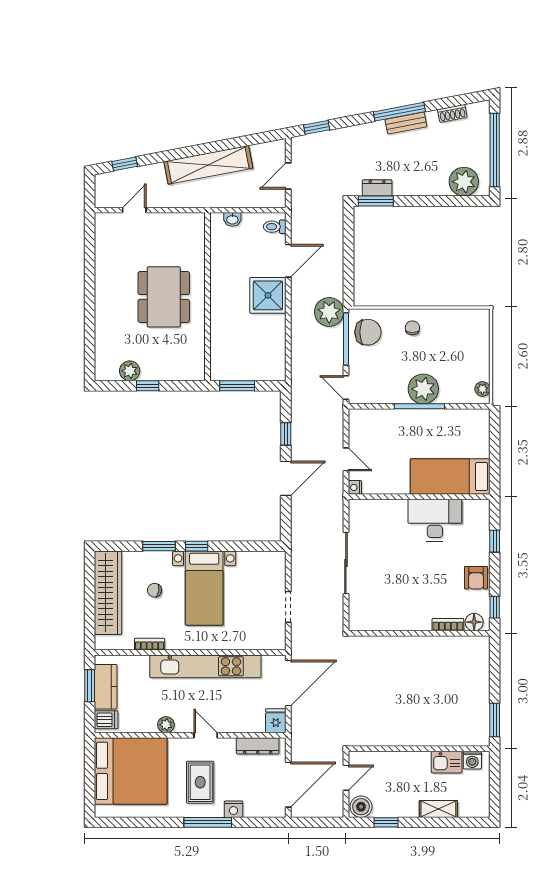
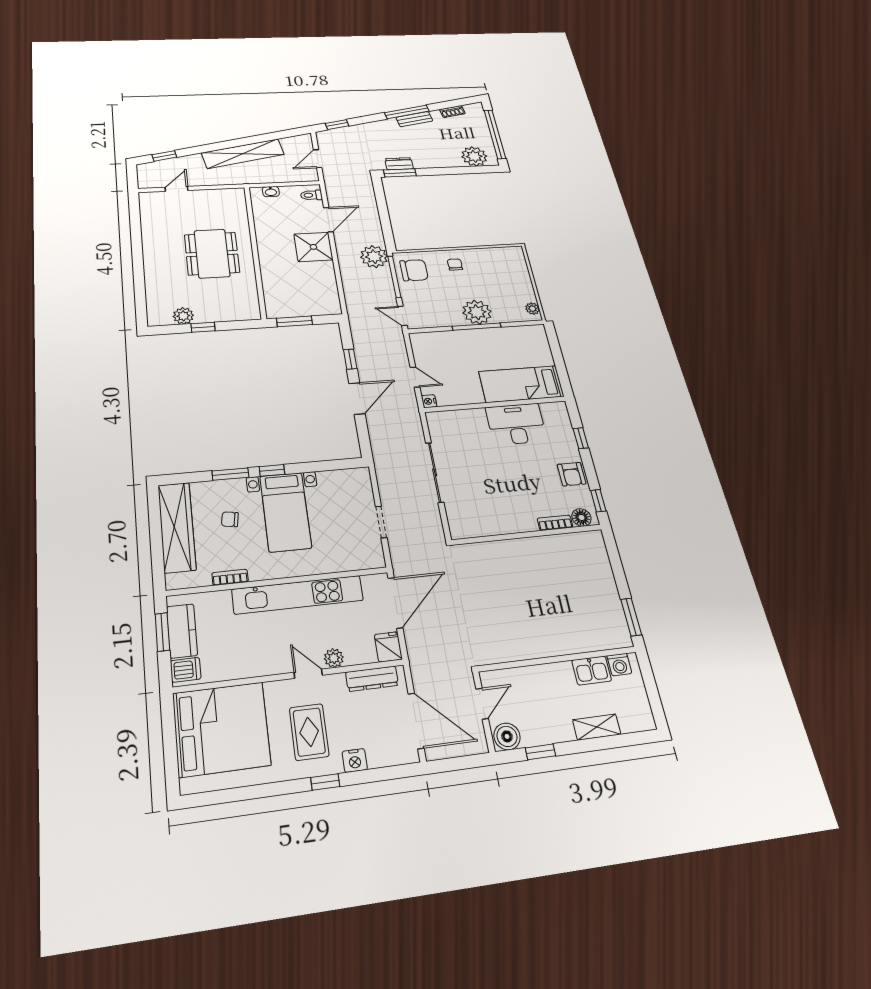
plant: (166, 725) -> (334, 658), moved
door: (288, 785) -> (416, 721), hinge flipped
window: (208, 822) -> (325, 782), width x0.46

